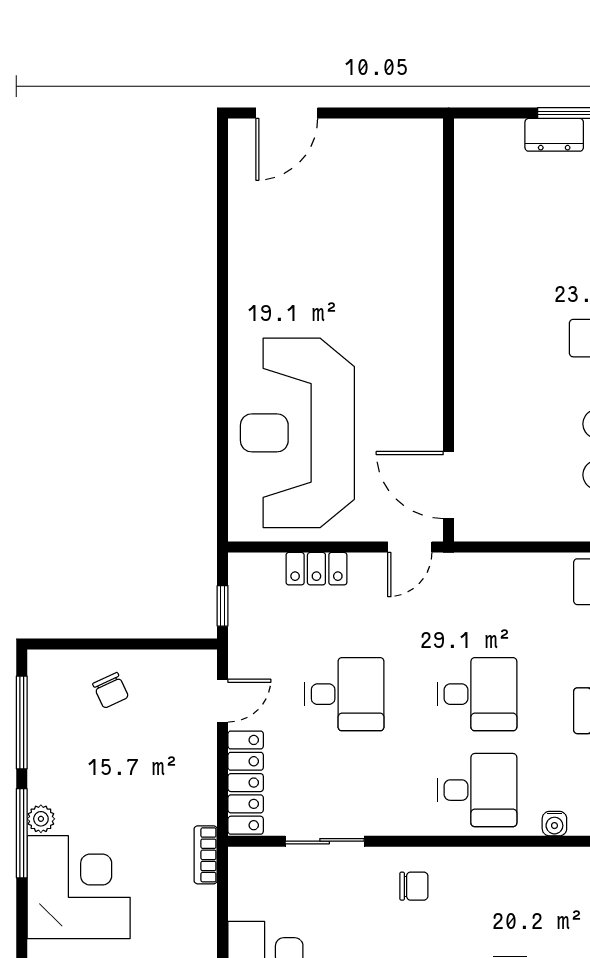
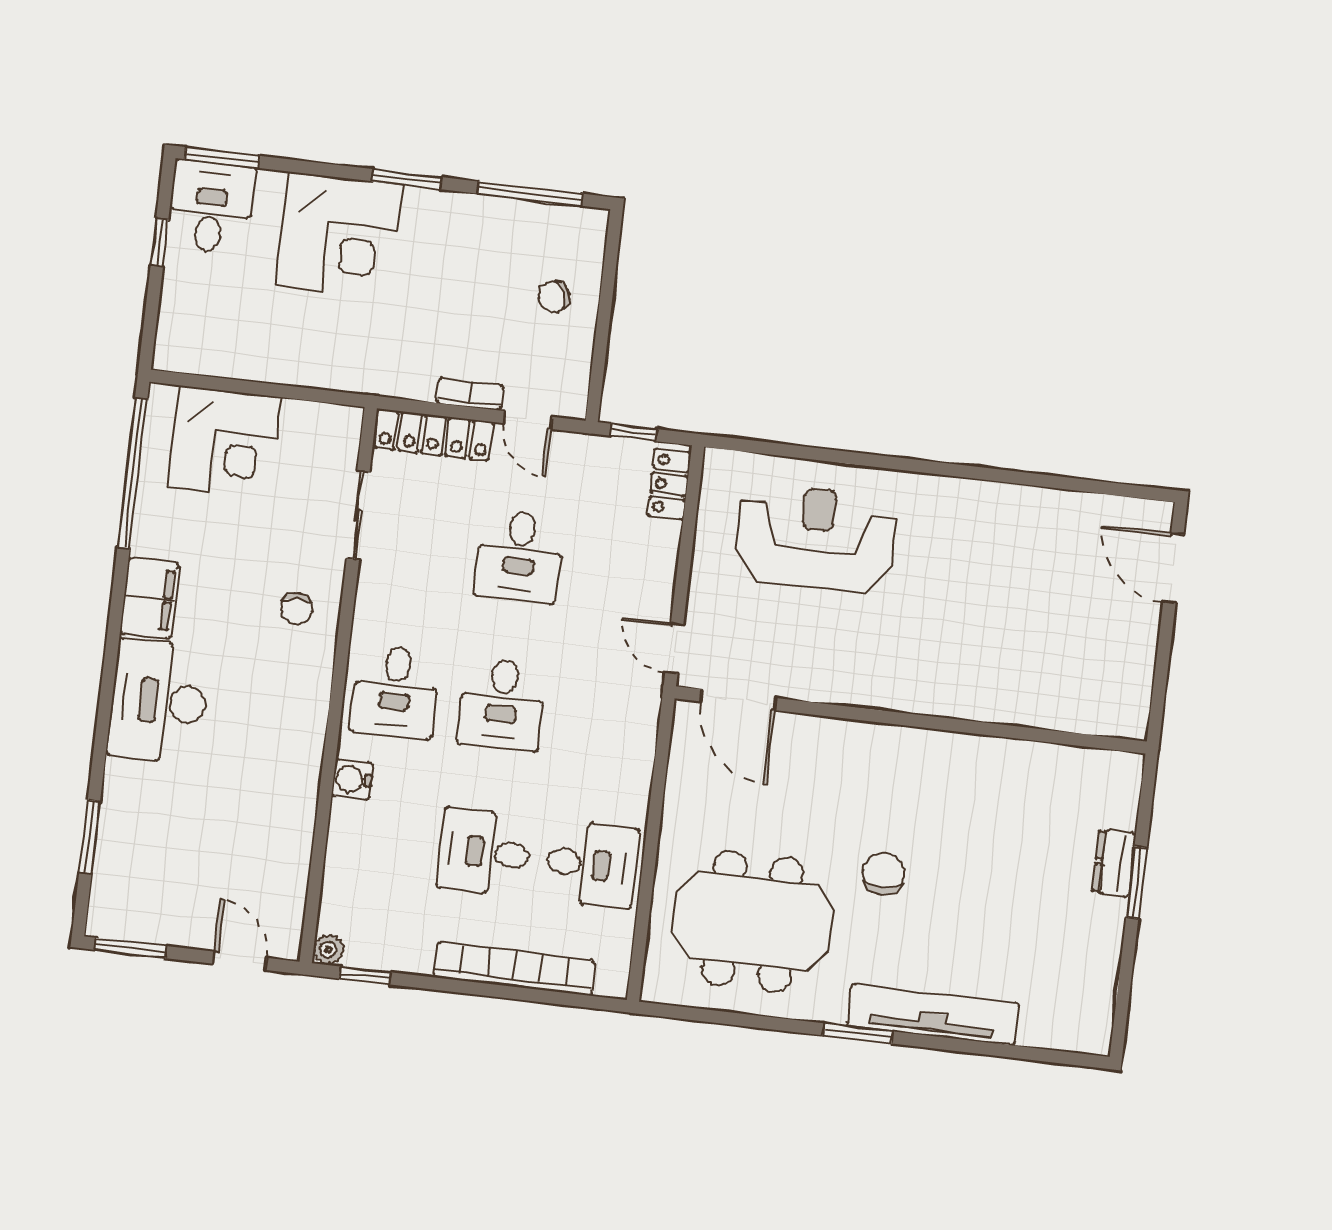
reception desk: (297, 433) -> (816, 538), width x0.74, depth x0.77
door: (449, 485) -> (738, 700), swing flipped
locker: (316, 569) -> (669, 484), moved
plant: (41, 819) -> (420, 202), removed
water cooler: (554, 824) -> (352, 779), width x1.38, depth x1.38
window: (22, 833) -> (407, 179), width x0.69
bookcase: (206, 855) -> (470, 394), moved

